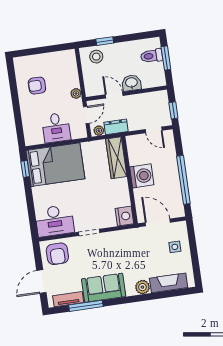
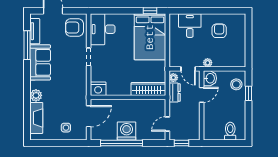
window: (166, 58) -> (227, 143), removed
washbasin: (131, 83) -> (210, 78), moved
desk: (56, 128) -> (190, 26), moved, turned 90
washing machine: (142, 176) -> (127, 131), moved, turned 180

